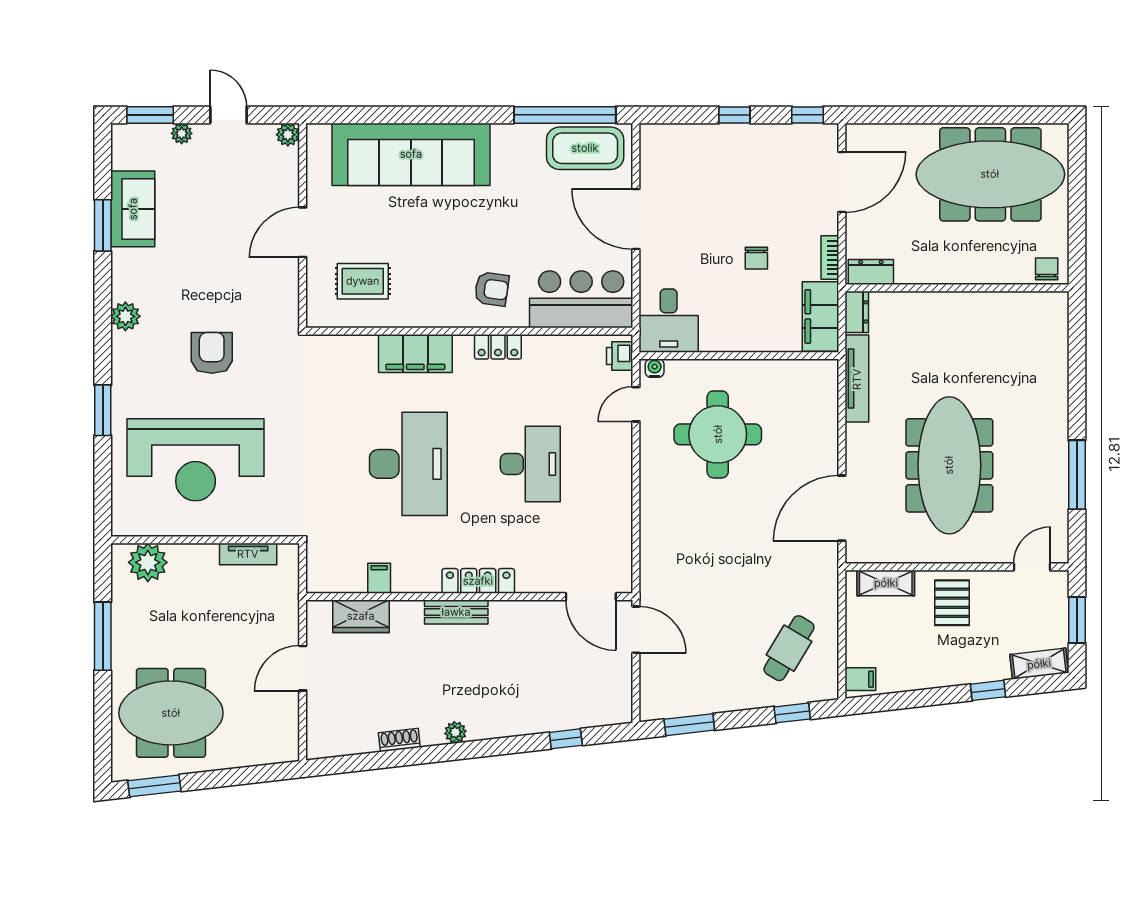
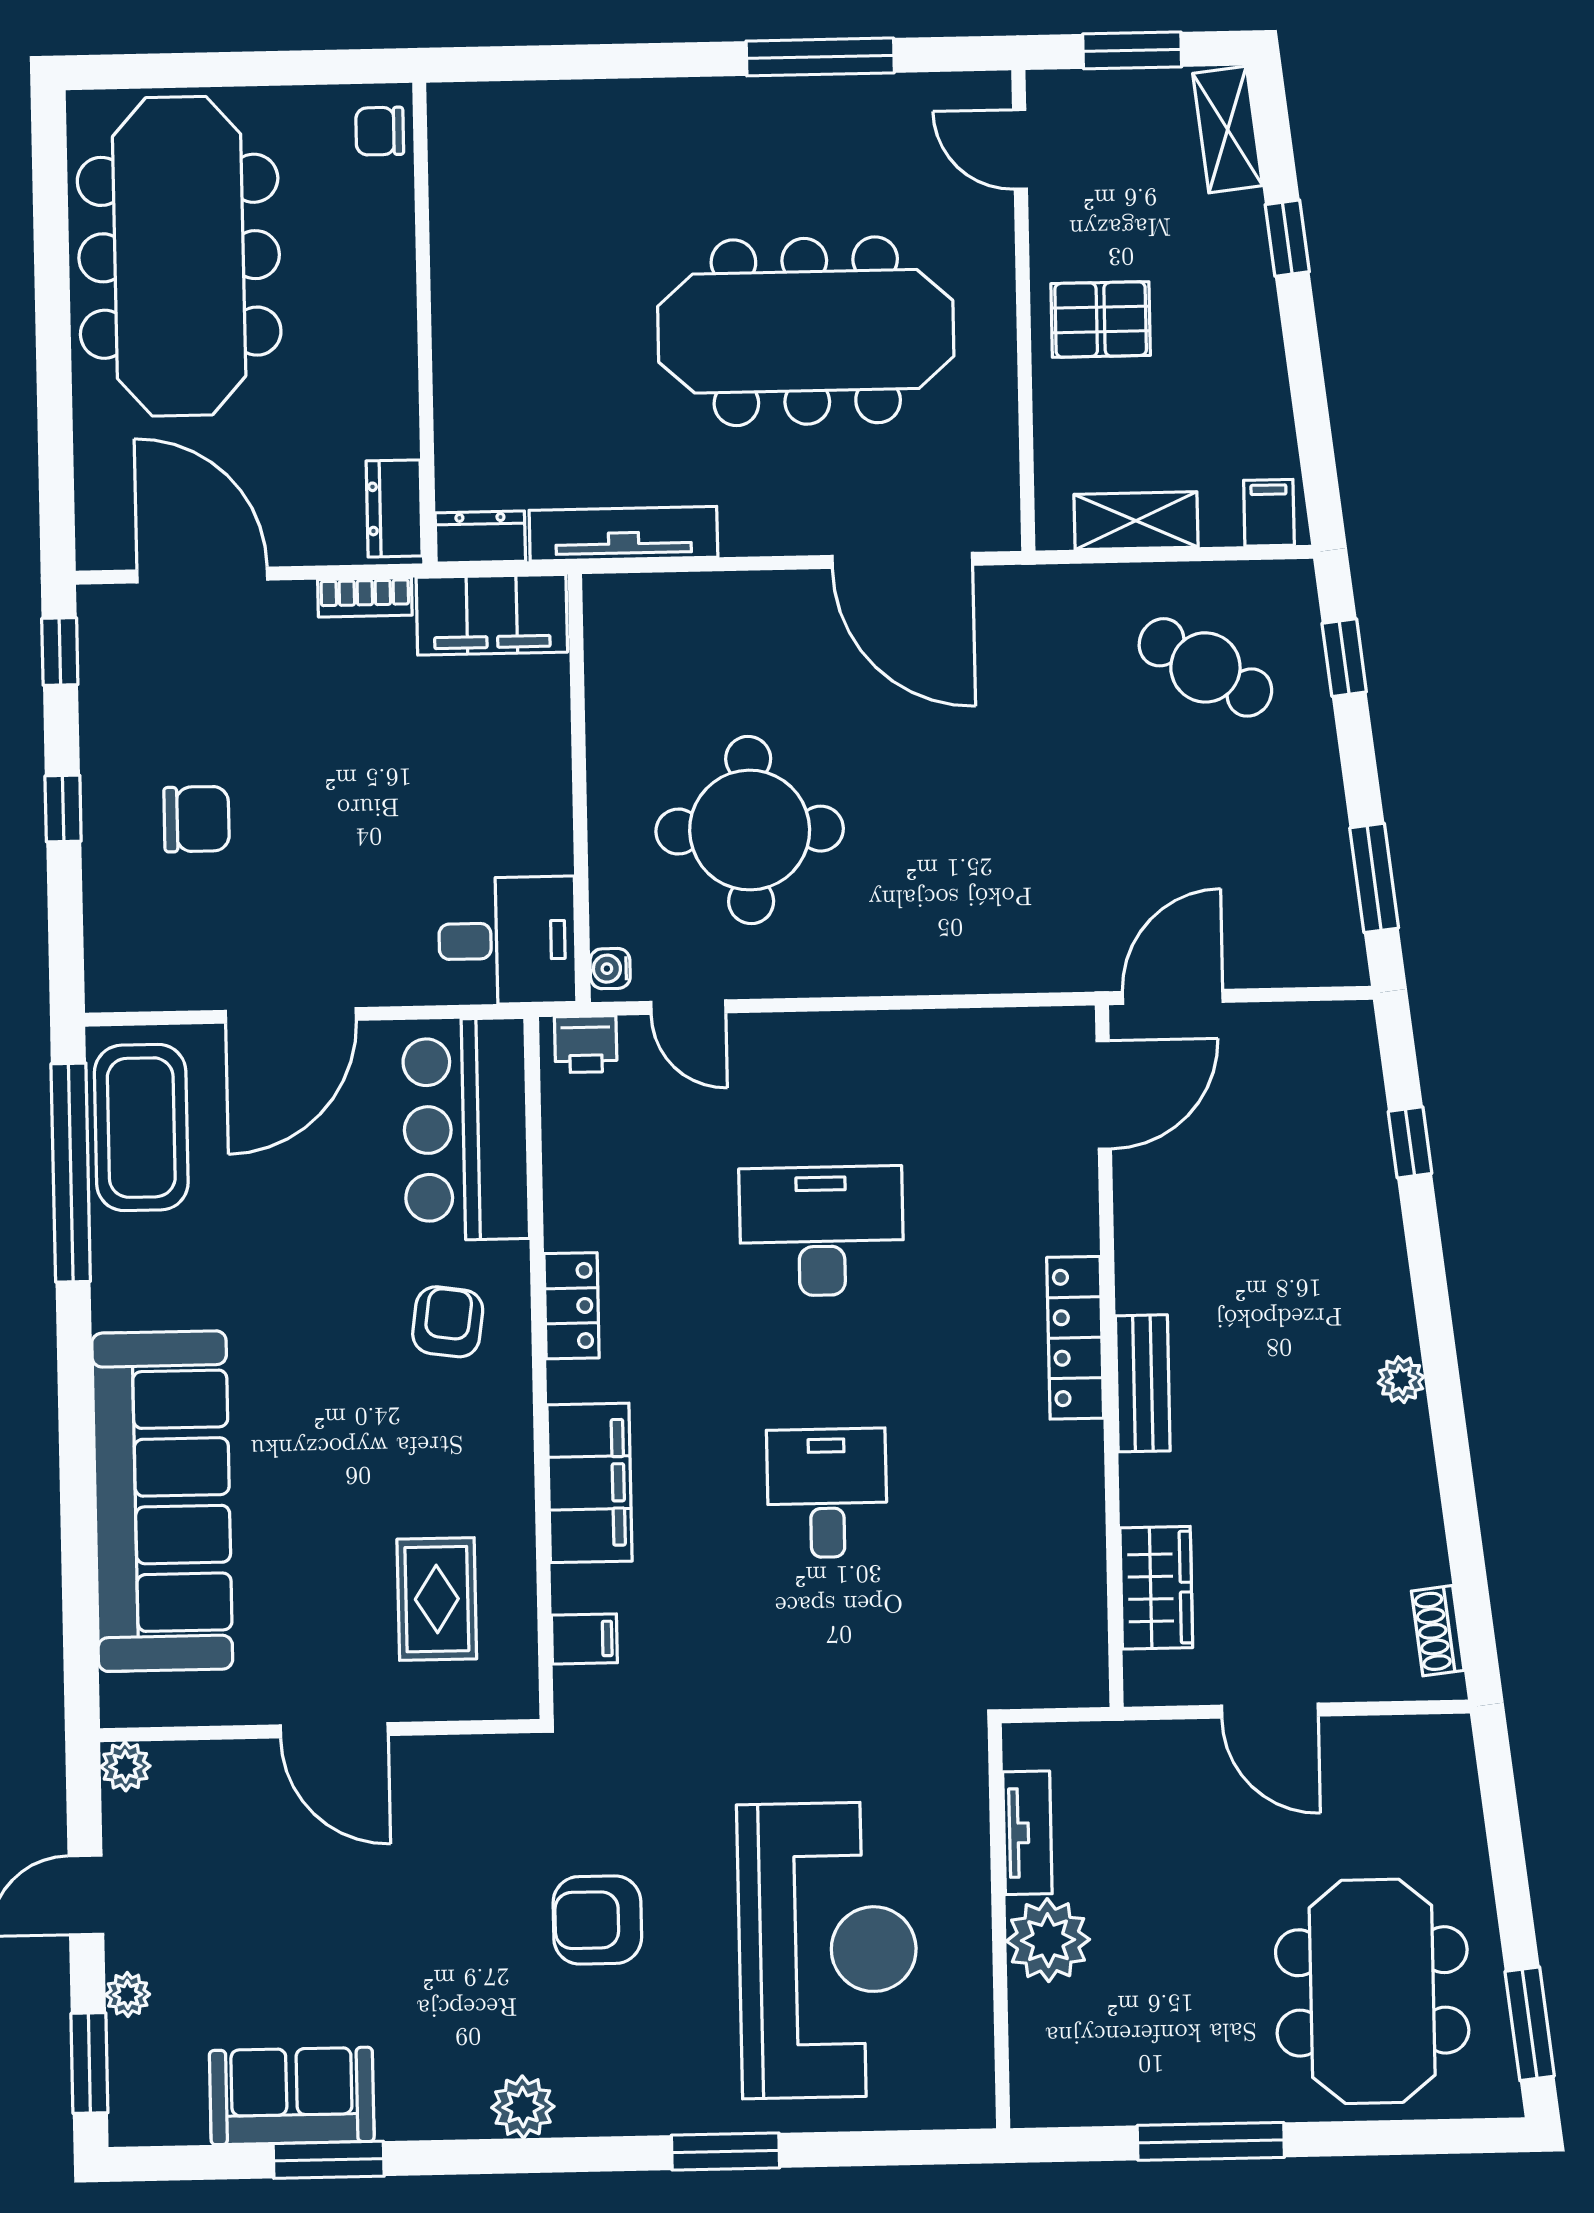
chair: (756, 258) -> (197, 819), moved, width x1.37, depth x1.37
desk: (408, 464) -> (827, 1493), width x0.53, depth x0.77
plant: (148, 562) -> (1048, 1940), moved
filing cabinet: (379, 578) -> (584, 1639), moved, turned 180
shelving: (886, 583) -> (1136, 521), moved, turned 90
shoe rack: (399, 740) -> (1438, 1631), moved

